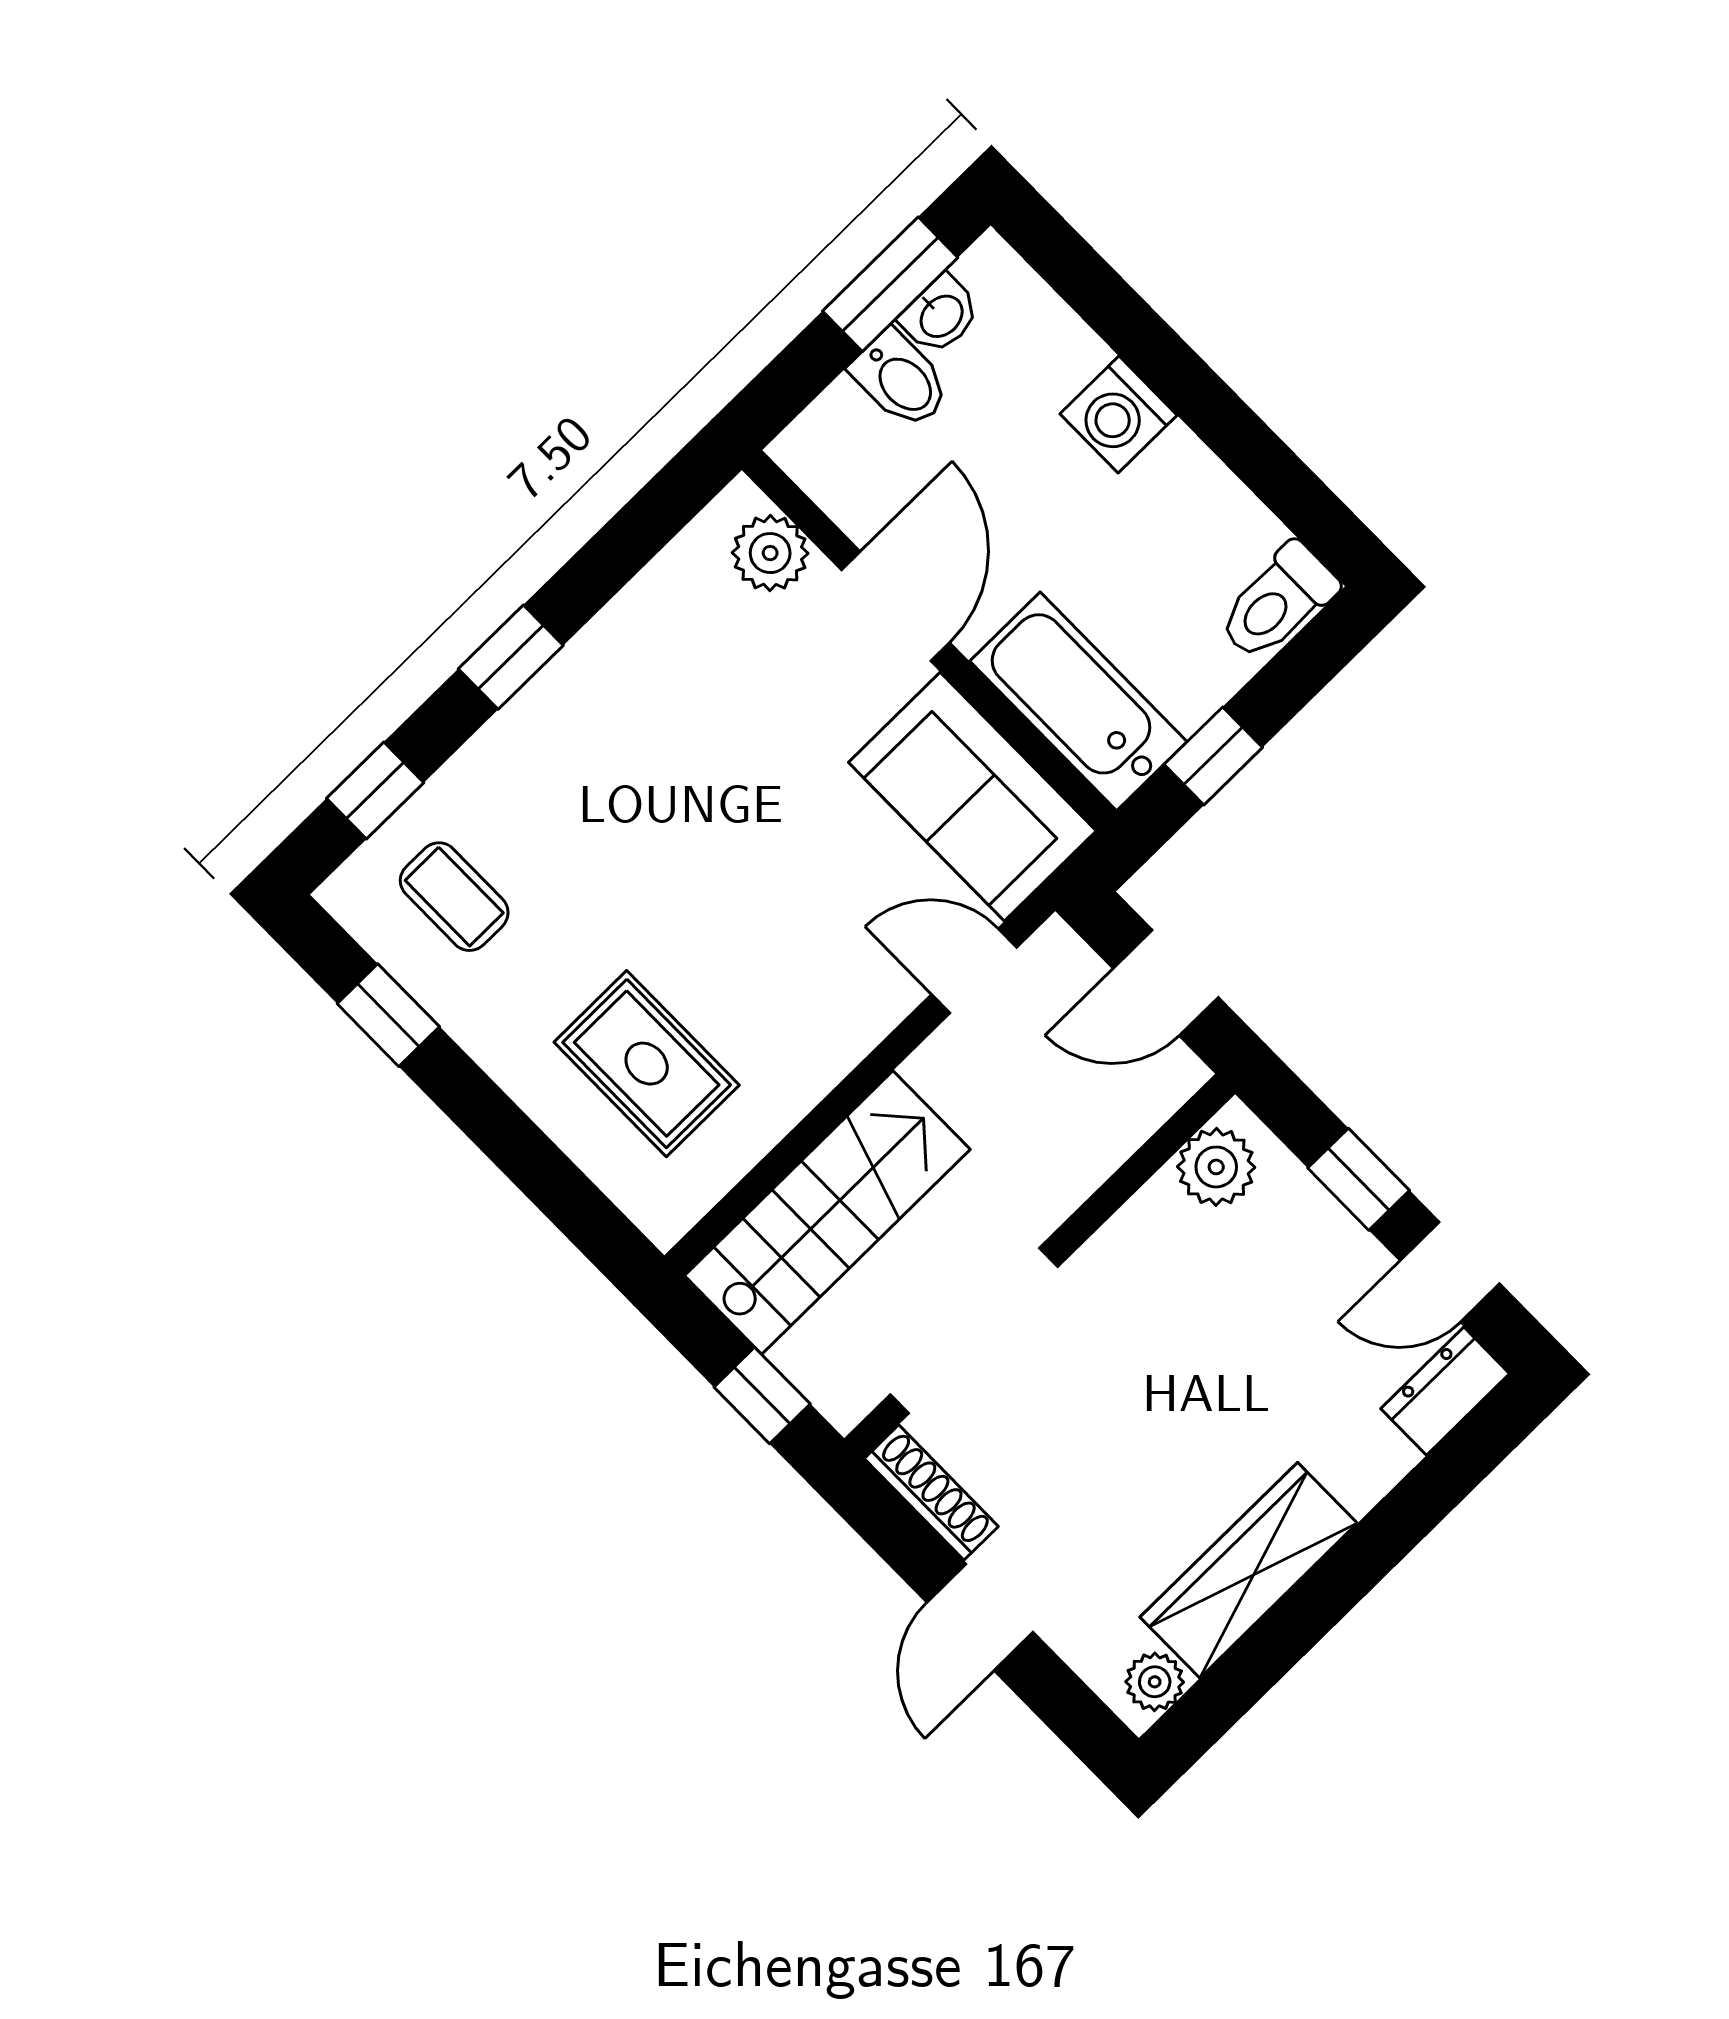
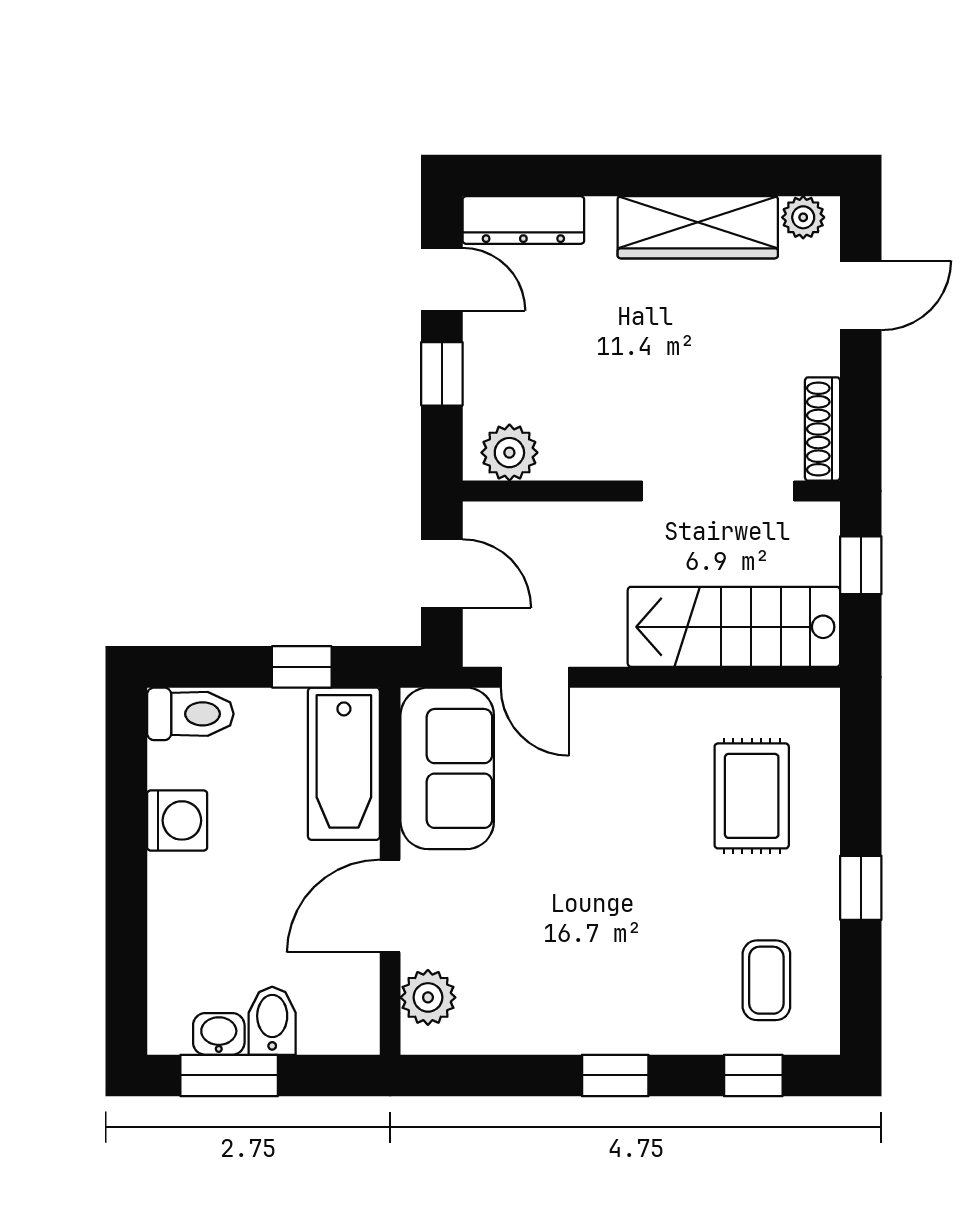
washing machine: (1119, 415) -> (177, 820), moved
window: (388, 1015) -> (861, 888), moved
dresser: (1445, 1391) -> (523, 220), width x1.44
door: (980, 1617) -> (861, 295), moved

